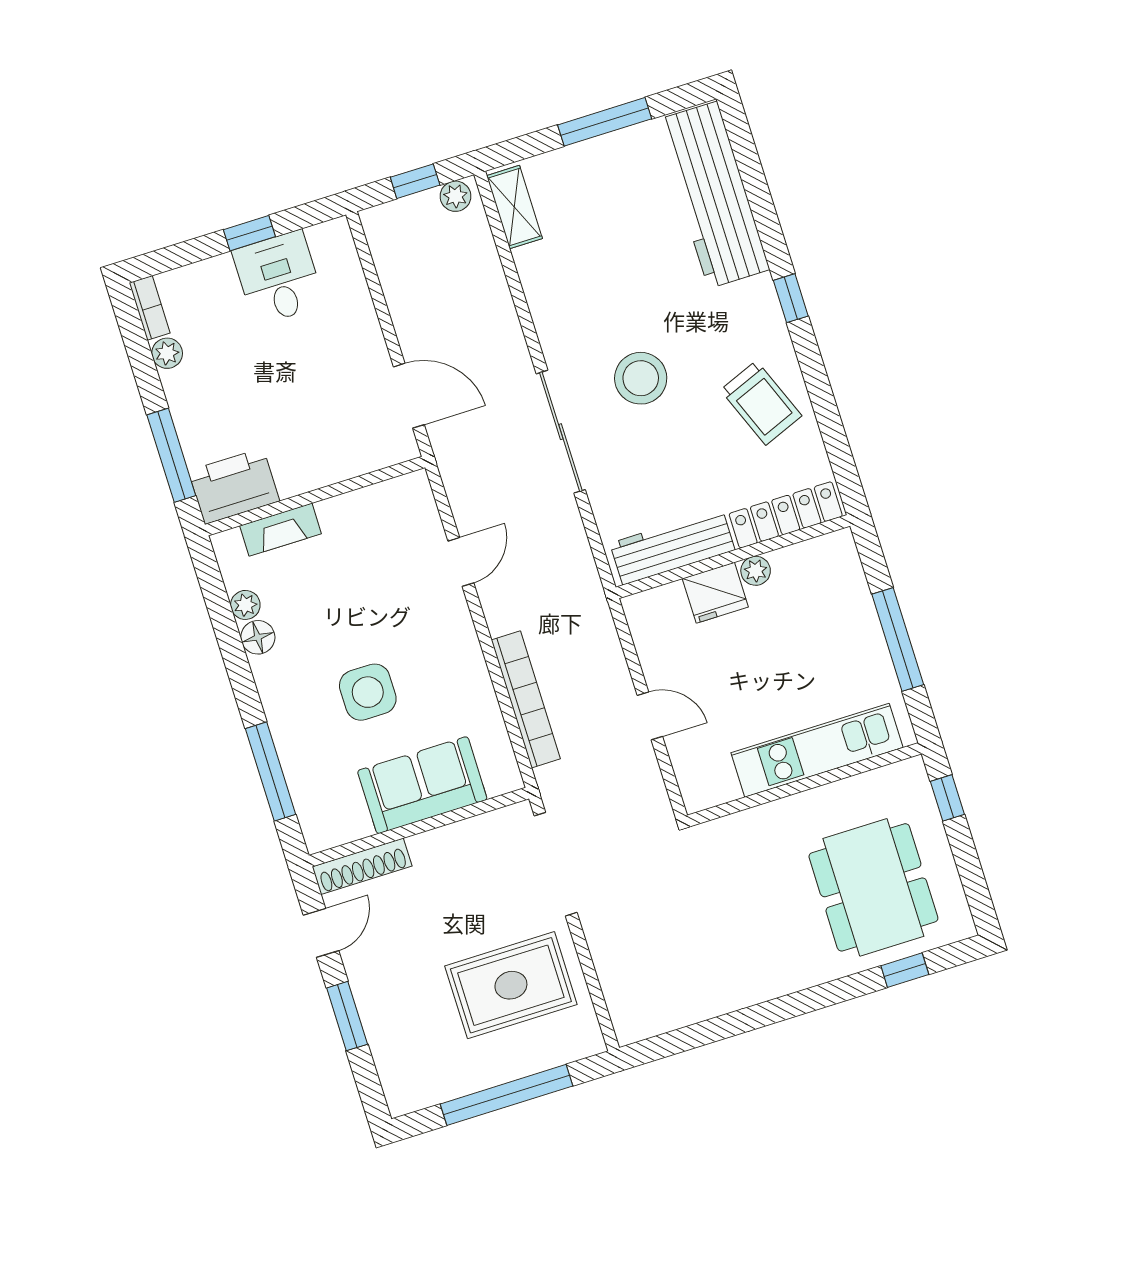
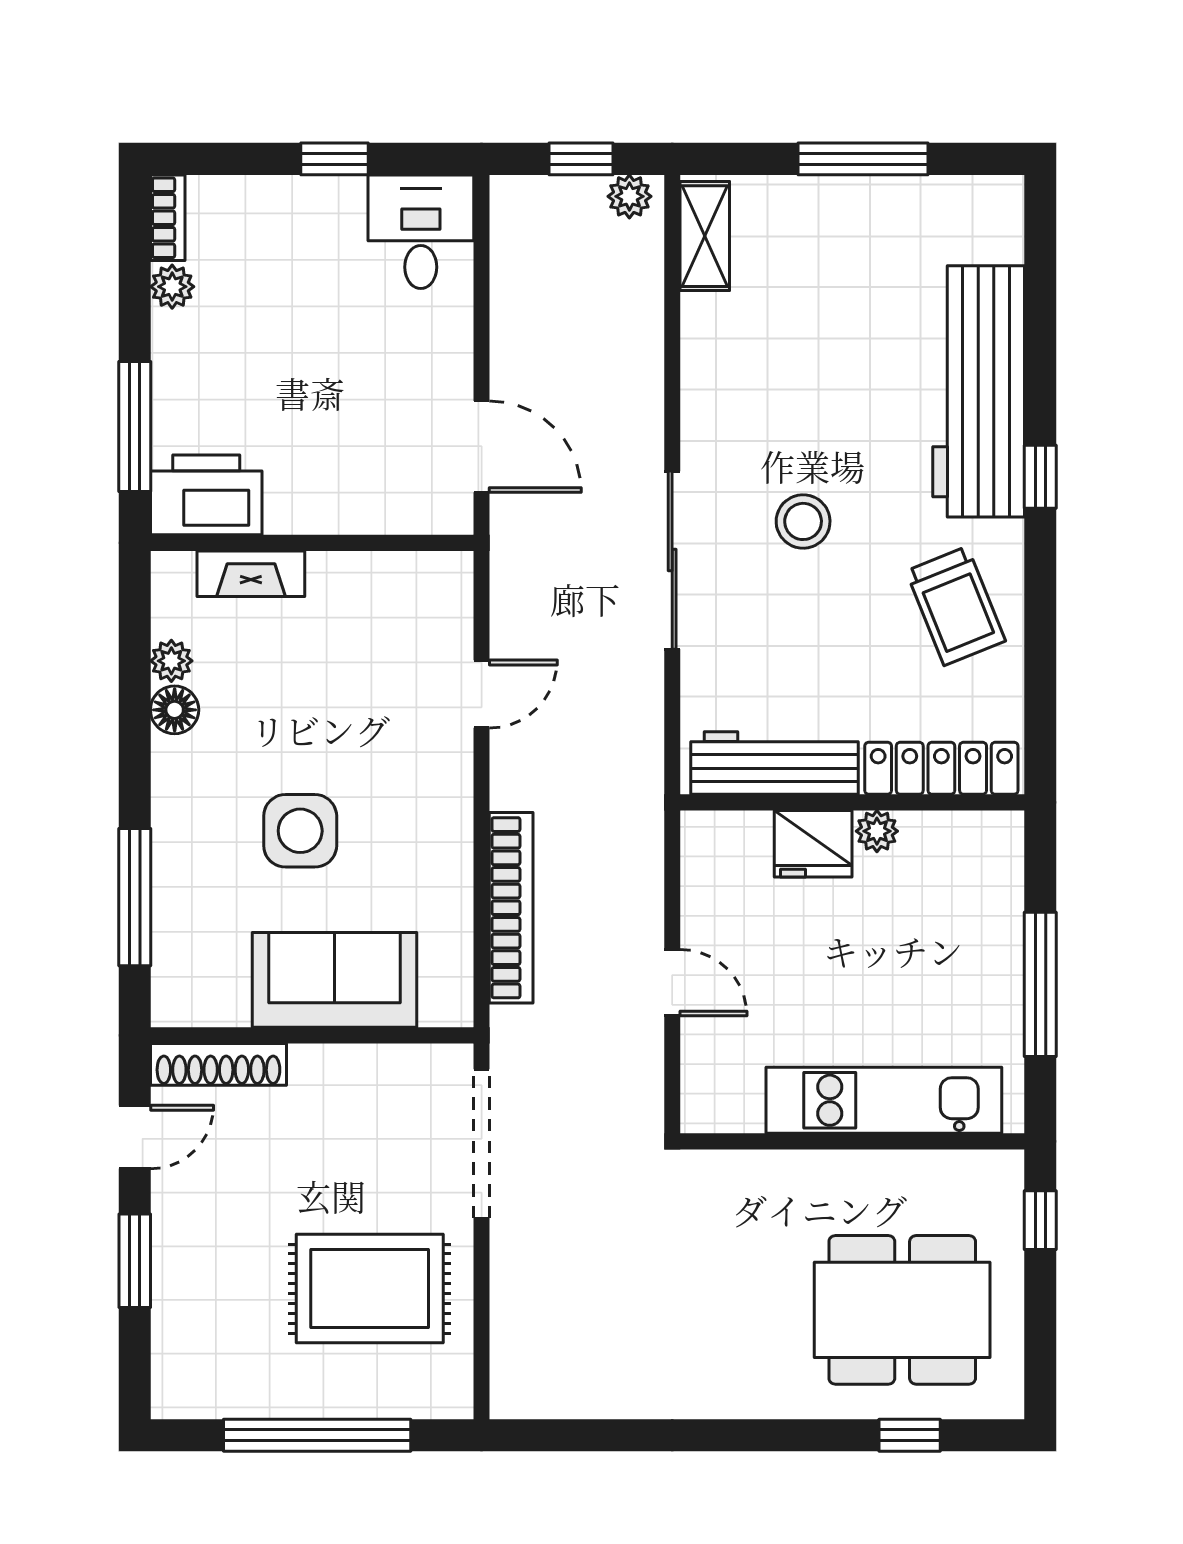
workbench: (713, 195) -> (979, 391), moved
desk: (278, 278) -> (421, 232), moved
stool: (641, 378) -> (803, 521), width x0.73, depth x0.73
dining table: (873, 887) -> (902, 1310), turned 90

